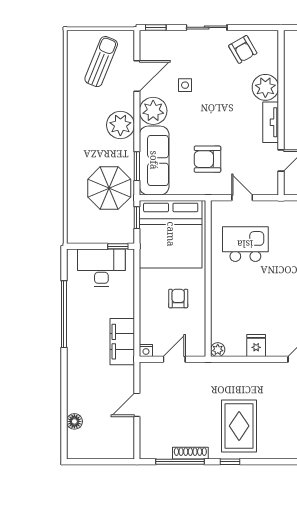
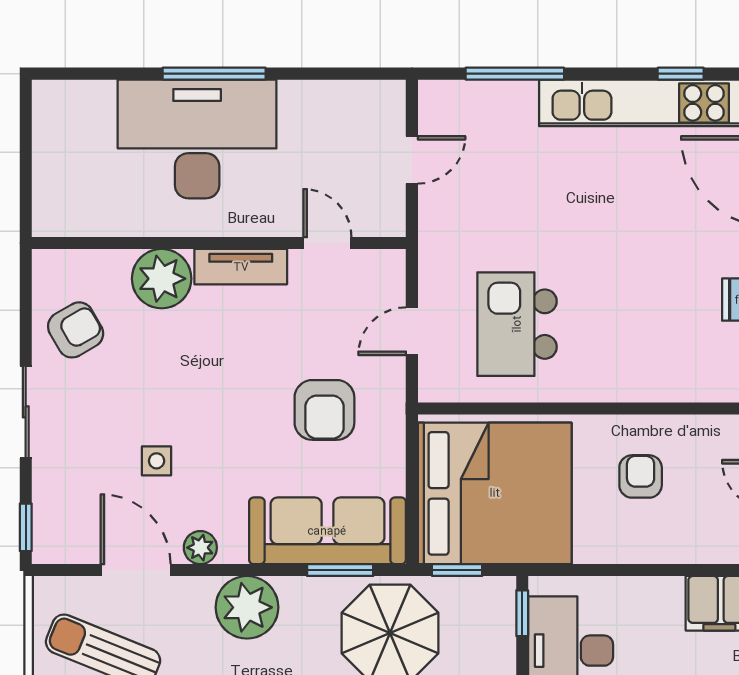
plant: (153, 111) -> (200, 548), width x0.53, depth x0.53
armchair: (178, 299) -> (641, 476), turned 90

